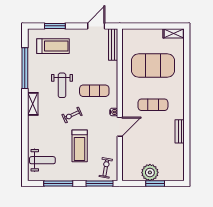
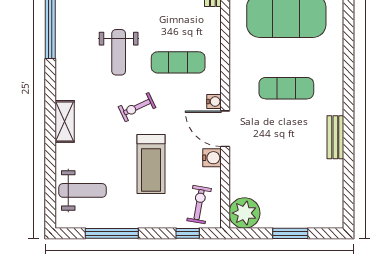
shelving: (33, 104) -> (65, 121), moved
door: (120, 127) -> (225, 129), swing flipped
water cooler: (113, 142) -> (212, 158), added
plant: (150, 172) -> (244, 213), moved
window: (99, 184) -> (188, 233), width x0.46

